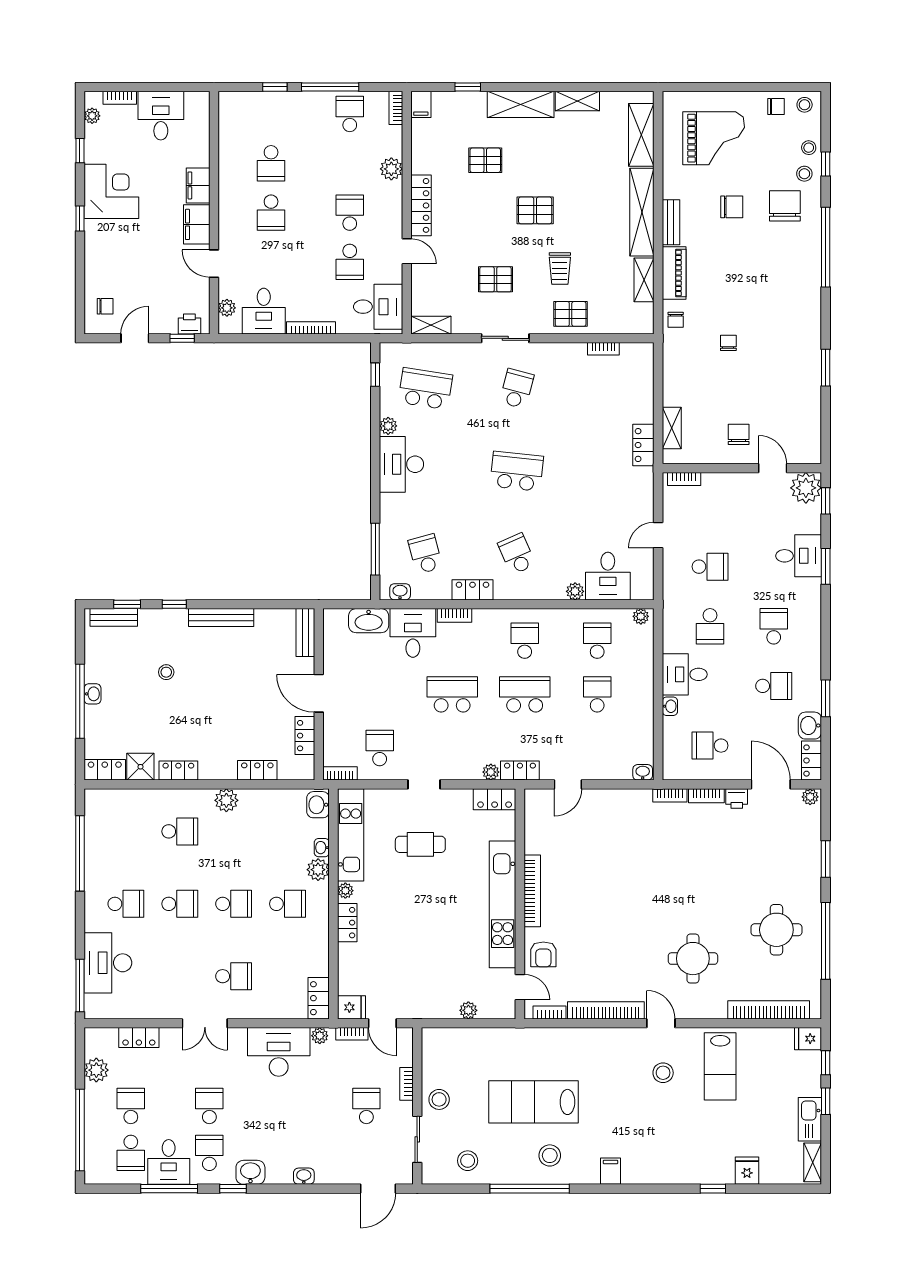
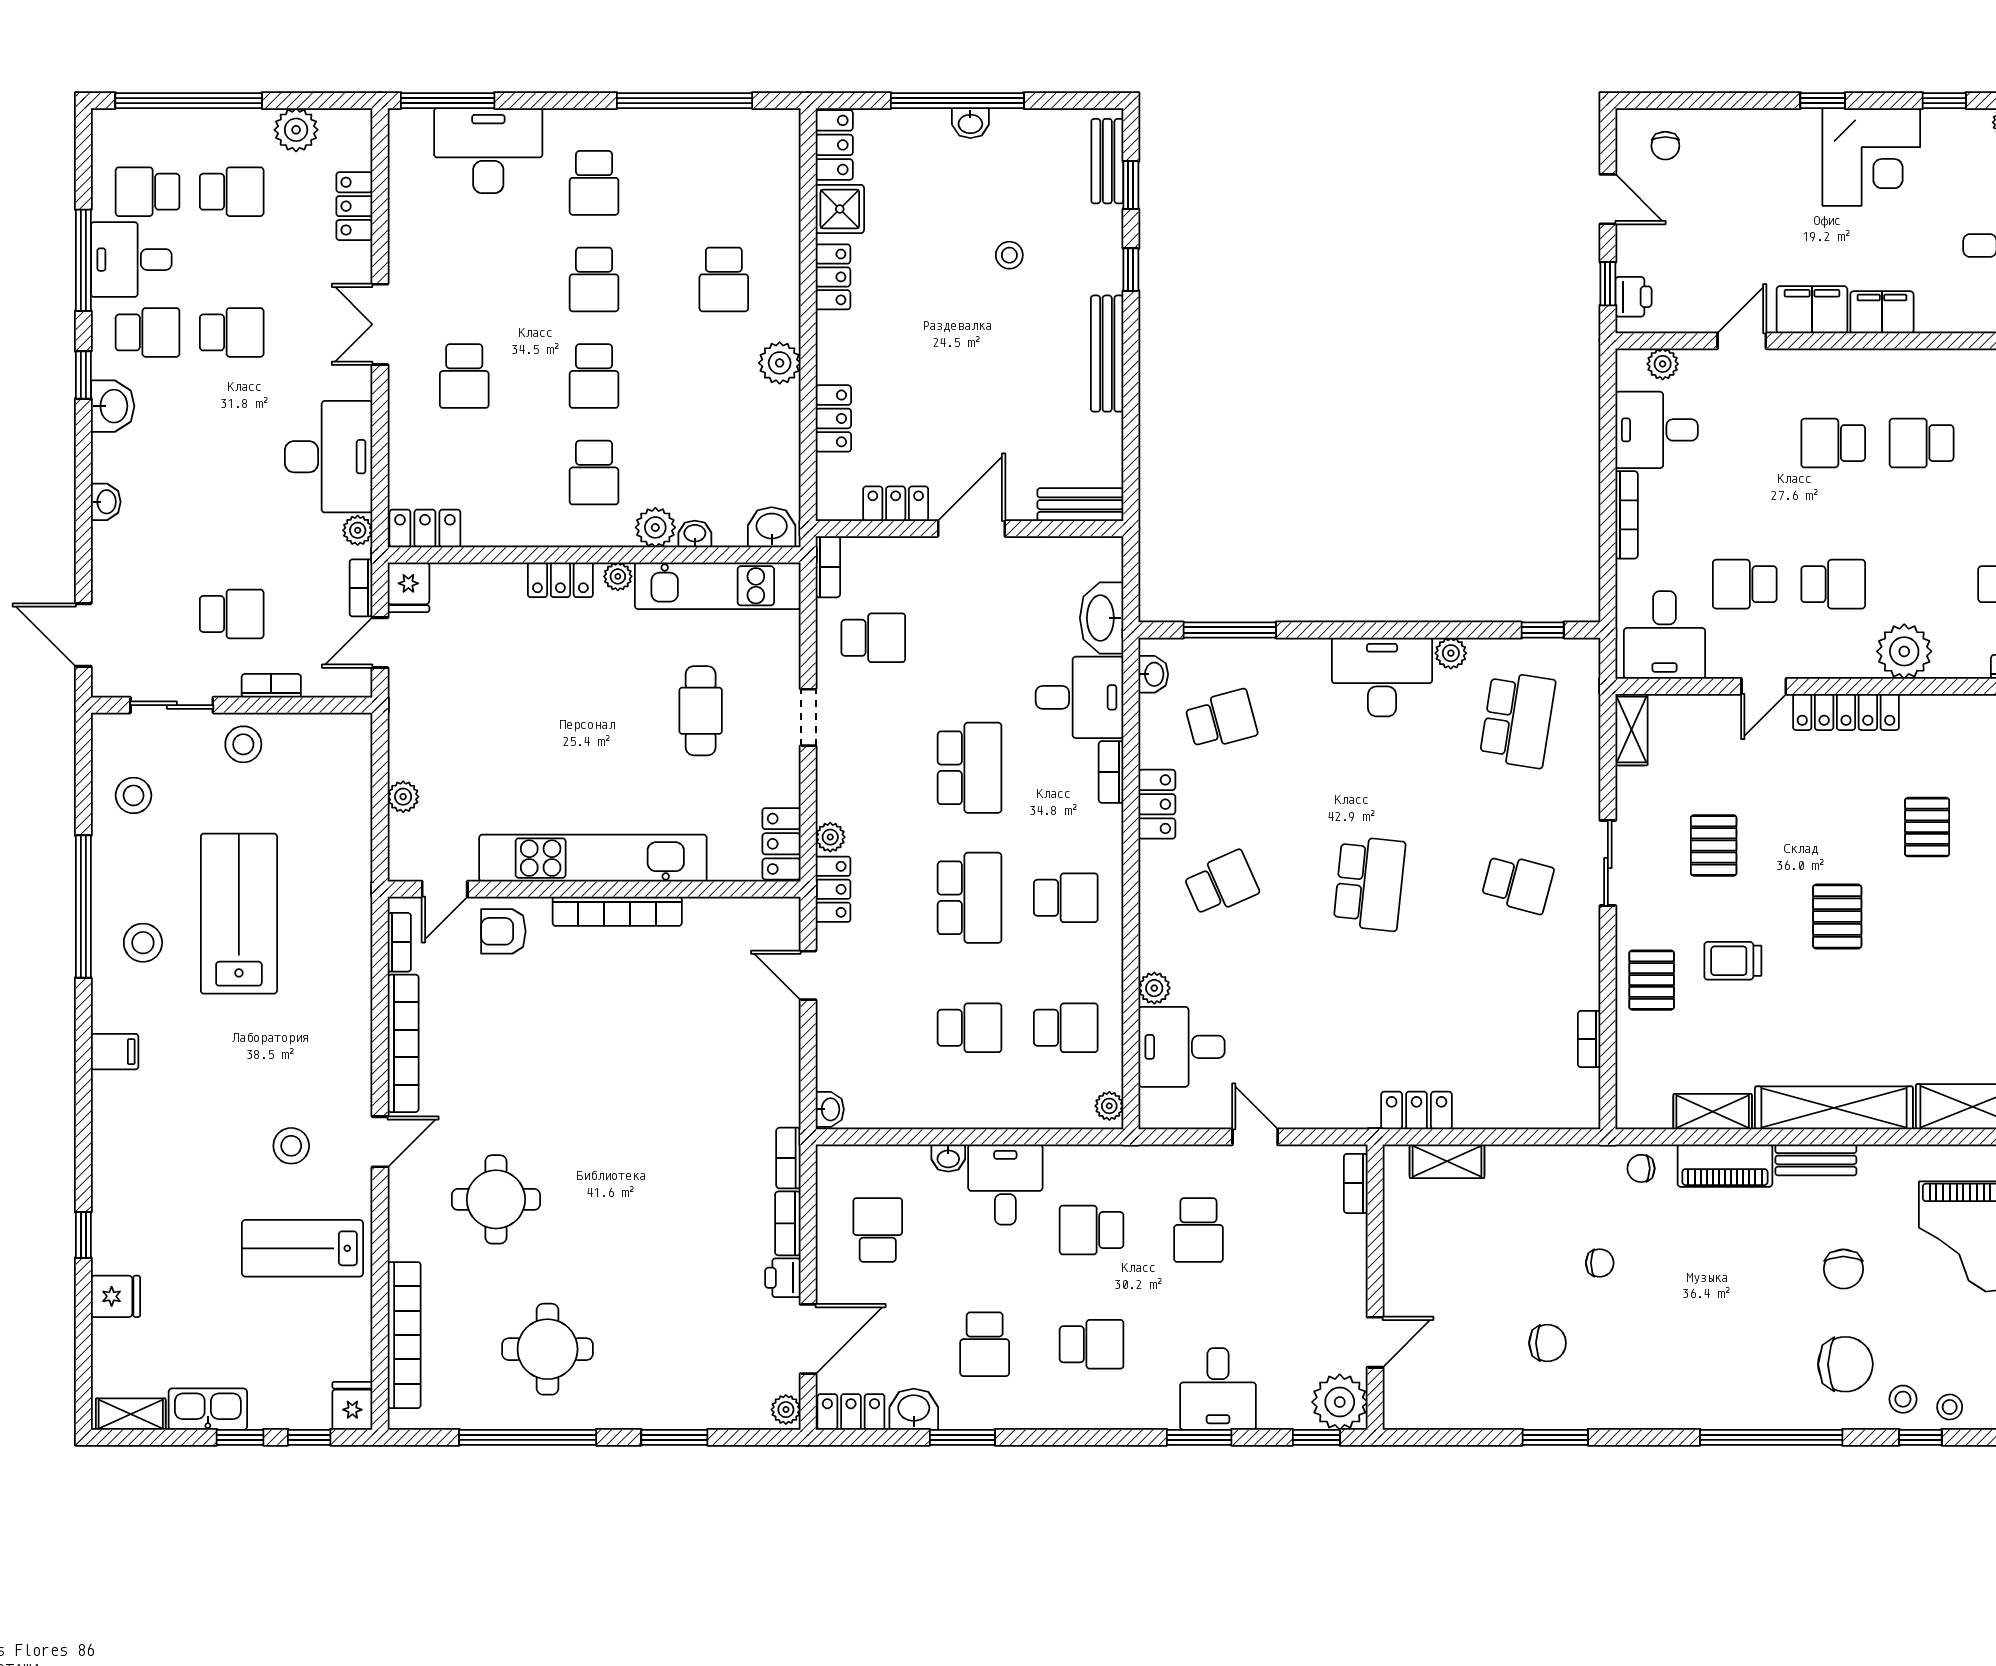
plant: (391, 169) -> (1904, 651), width x1.36, depth x1.36
chair: (739, 434) -> (1548, 1343), moved

